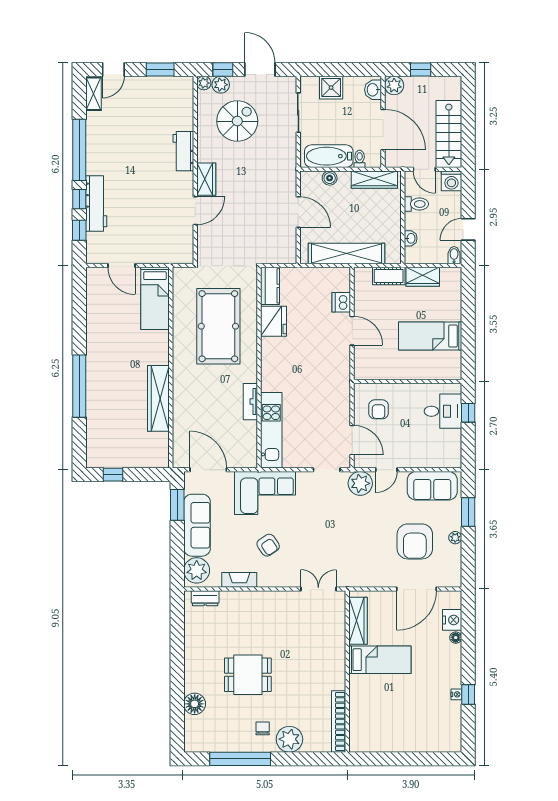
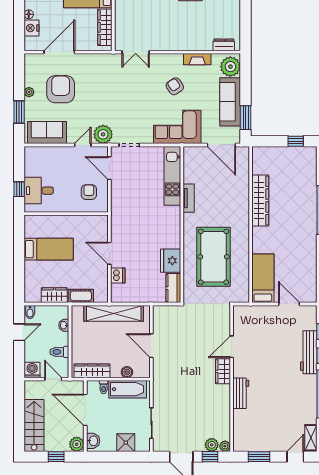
spiral stairs: (237, 121) -> (199, 417), removed
stairs: (449, 134) -> (34, 425), moved

